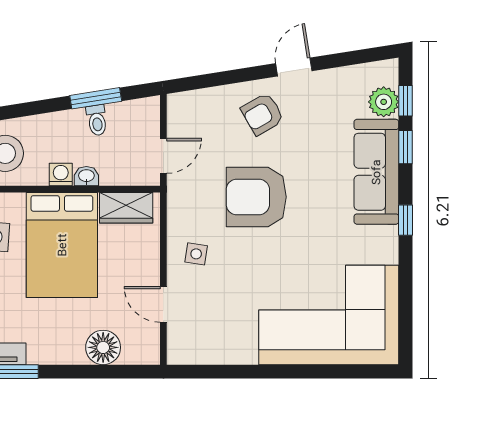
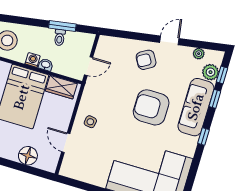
plant: (353, 75) -> (199, 54), added
armchair: (256, 197) -> (151, 107), moved

